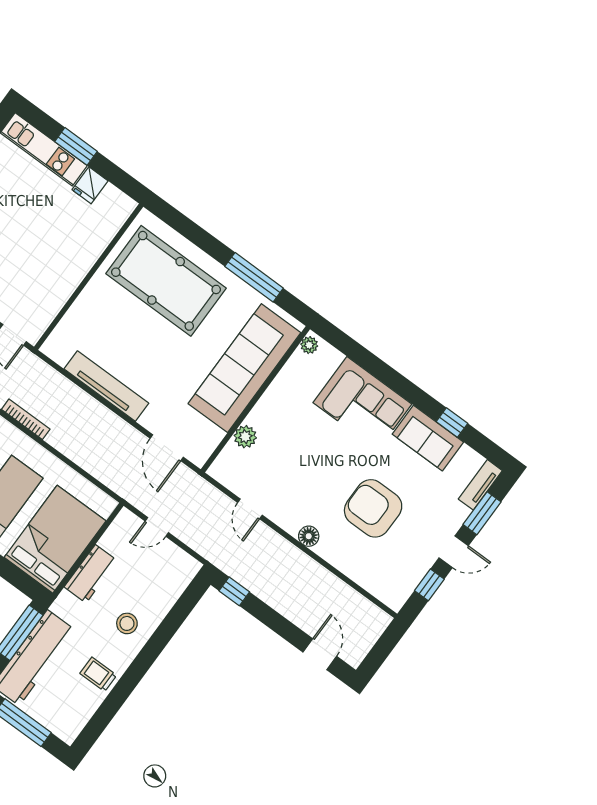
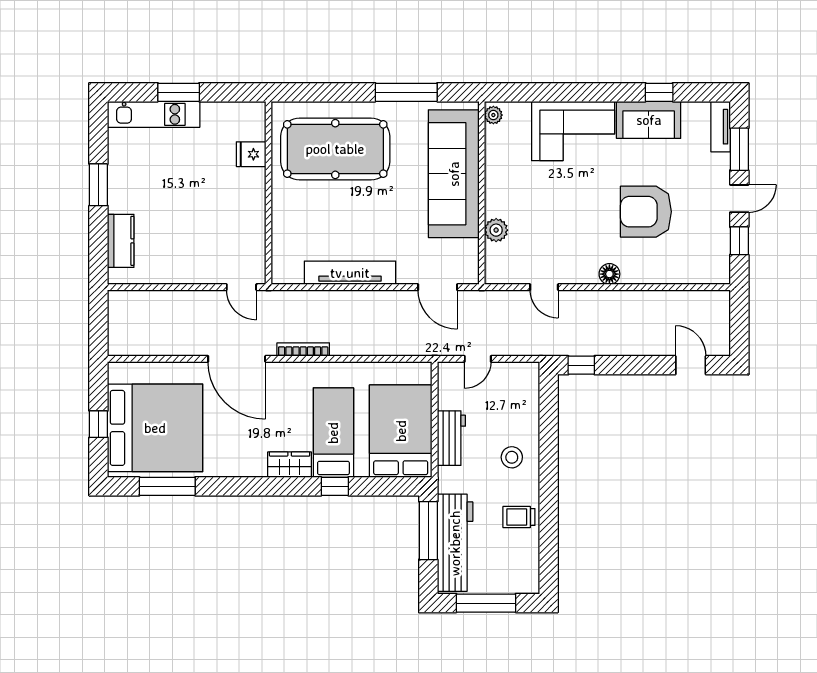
fridge: (90, 185) -> (251, 154), moved, turned 90

